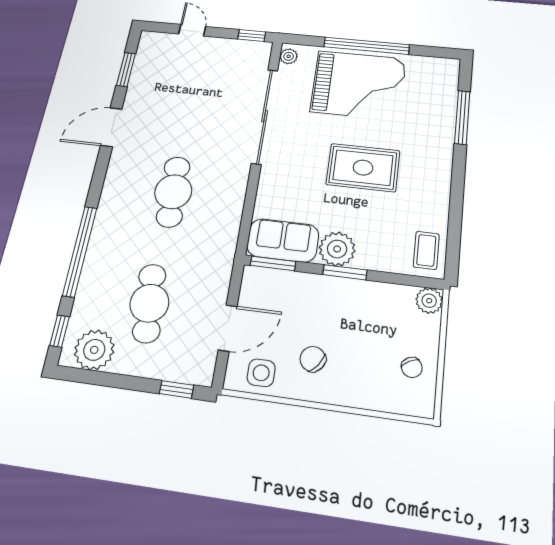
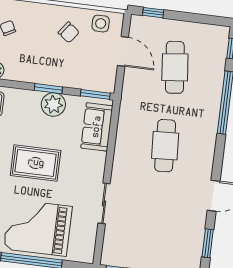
plant: (289, 56) -> (88, 252), removed
sliding door: (265, 116) -> (104, 203), width x0.54
sofa: (283, 240) -> (97, 127), moved, turned 90
door: (228, 328) -> (123, 51), swing flipped
plant: (94, 350) -> (208, 37), removed

